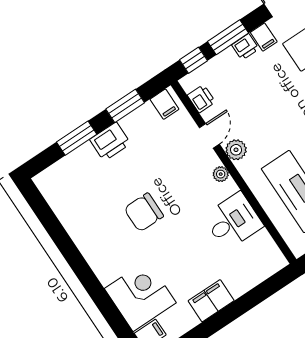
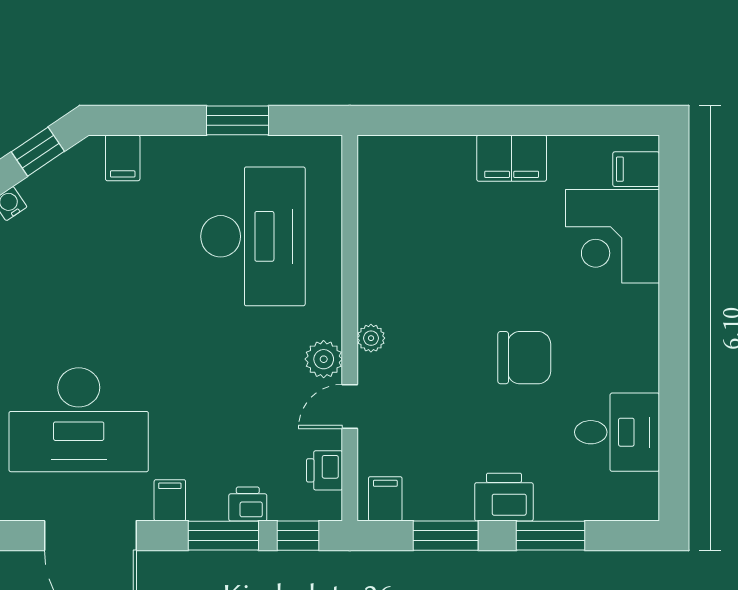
printer: (245, 47) -> (248, 504), moved
desk: (233, 221) -> (617, 432), moved, turned 180

